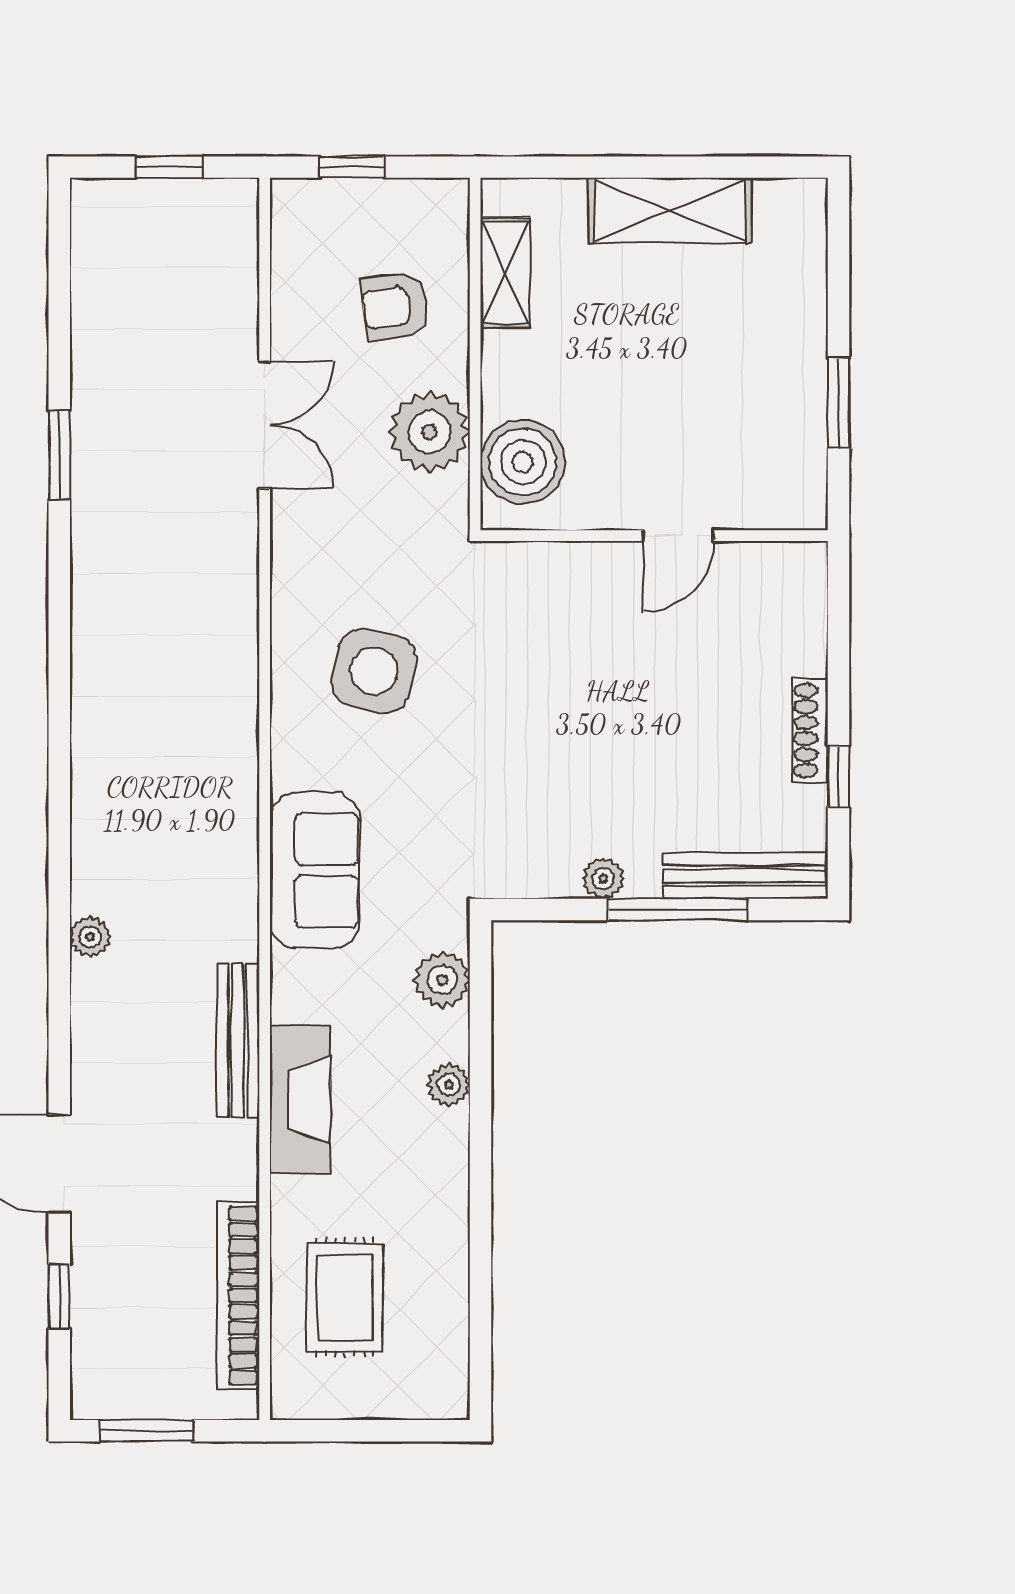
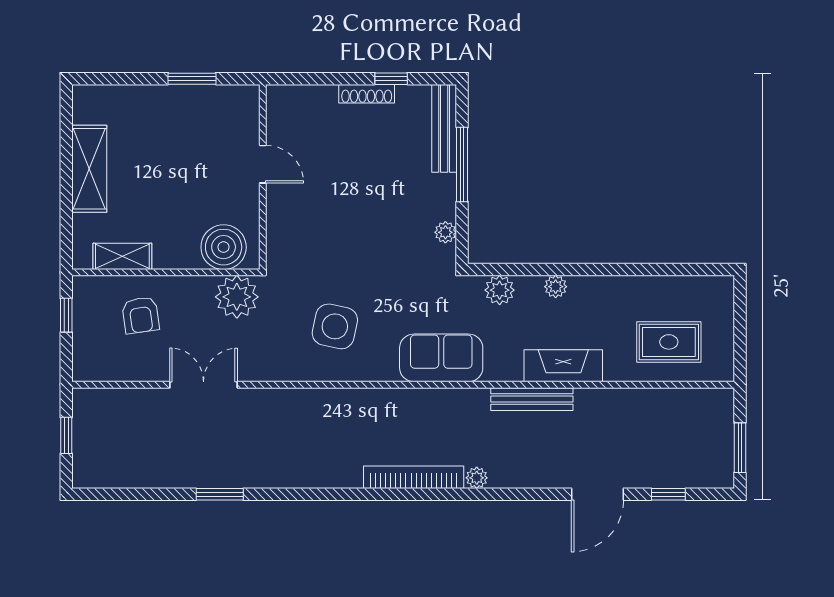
window: (352, 167) -> (66, 315), moved
plant: (430, 432) -> (237, 297), moved
plant: (603, 878) -> (445, 232), moved
bookcase: (238, 1295) -> (414, 477), moved, turned 180

